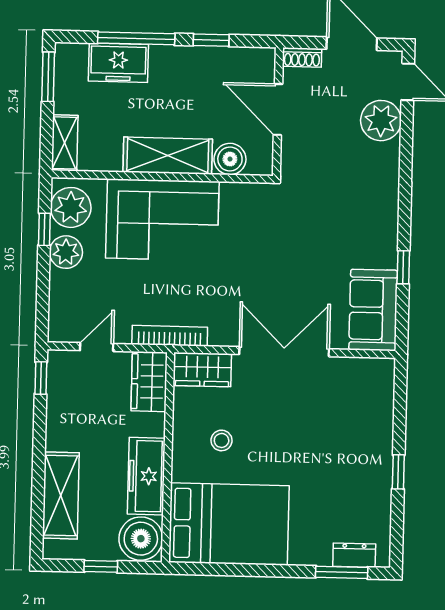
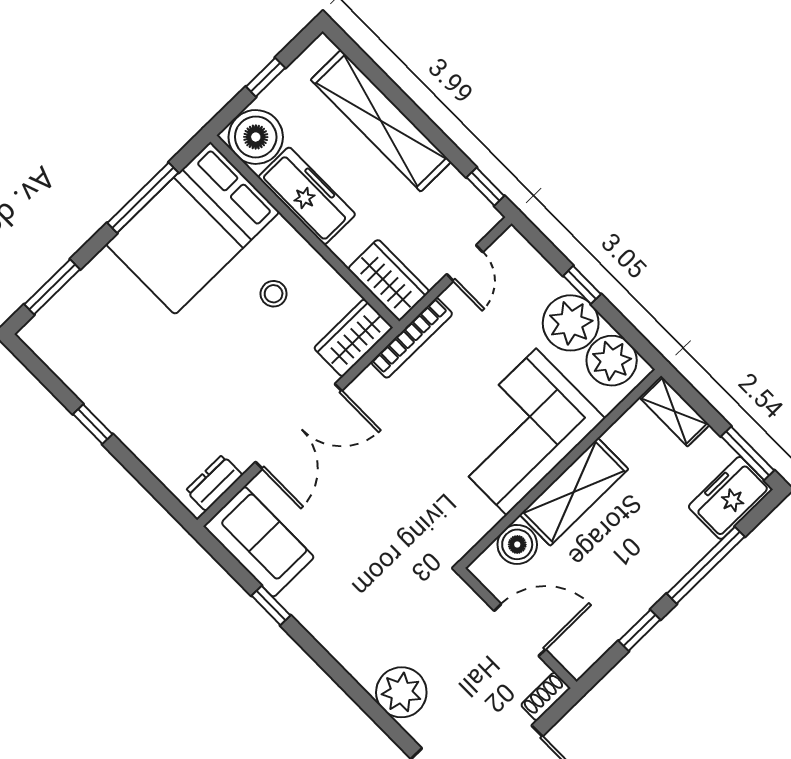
freezer: (118, 63) -> (730, 498), moved
plant: (381, 121) -> (401, 692), moved
window: (44, 229) -> (582, 285), moved
plant: (66, 252) -> (571, 323), width x1.36, depth x1.36
shelving: (61, 495) -> (381, 121), width x1.47
dresser: (354, 555) -> (214, 483), moved, turned 180
window: (239, 570) -> (143, 198), added

